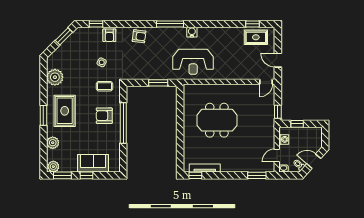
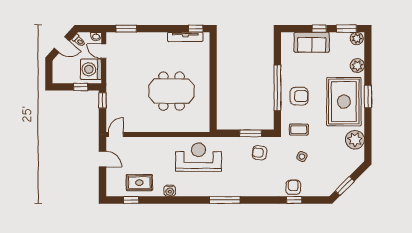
window: (96, 24) -> (294, 200), moved
water cooler: (192, 32) -> (170, 191), moved
armchair: (139, 36) -> (260, 153), moved
rug: (256, 37) -> (139, 183), moved
window: (158, 83) -> (251, 133), moved
rug: (65, 111) -> (344, 102), width x1.37, depth x1.44
washing machine: (284, 139) -> (91, 69), width x1.89, depth x1.89
door: (277, 155) -> (104, 51), swing flipped

